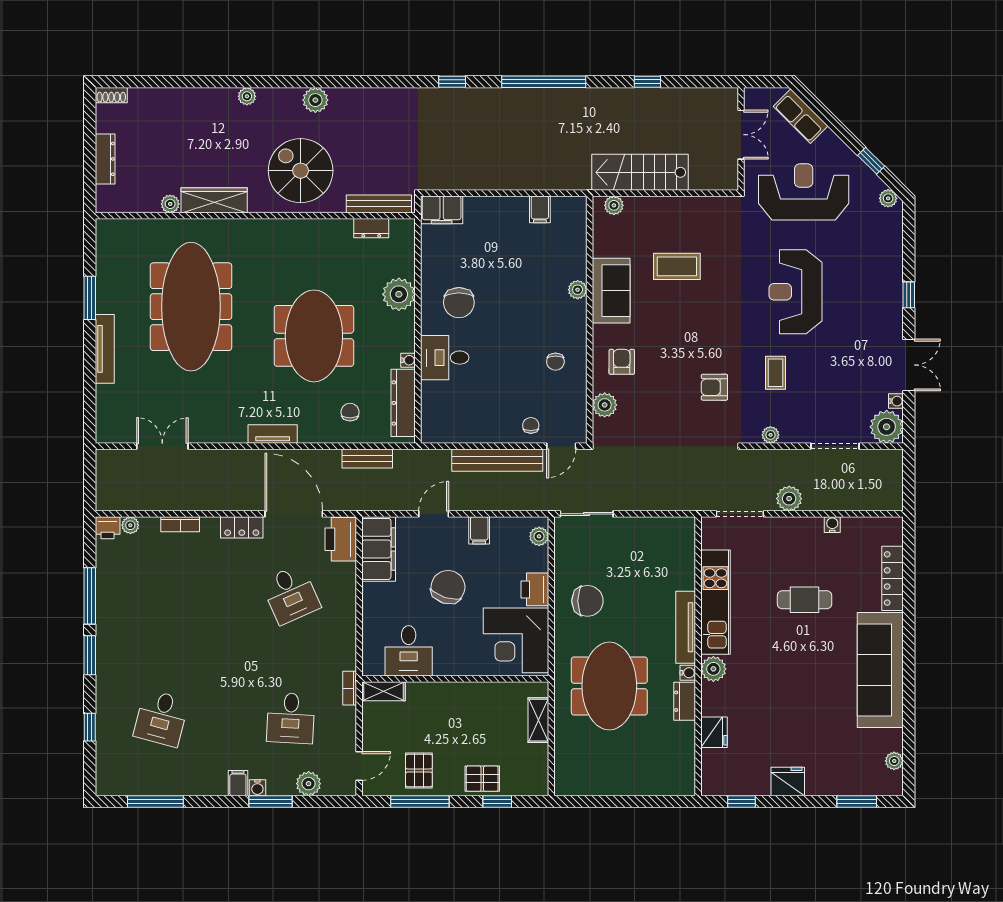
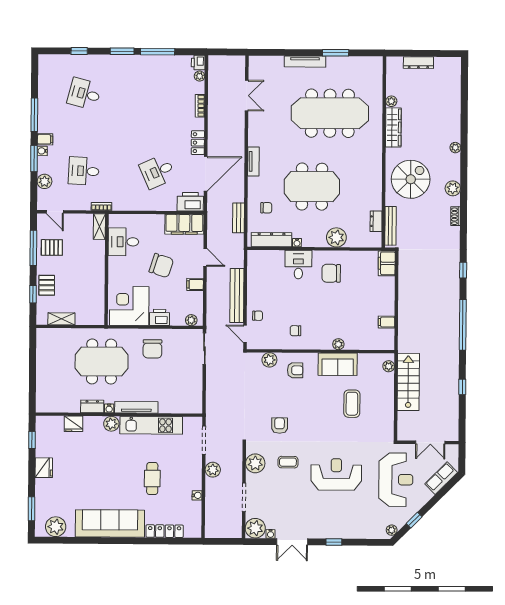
shoe rack: (111, 95) -> (456, 216), moved
plant: (770, 435) -> (255, 463), width x1.87, depth x1.87
shelving: (538, 720) -> (61, 319), moved
plant: (894, 761) -> (56, 527), width x1.88, depth x1.88
window: (155, 801) -> (34, 115), moved

